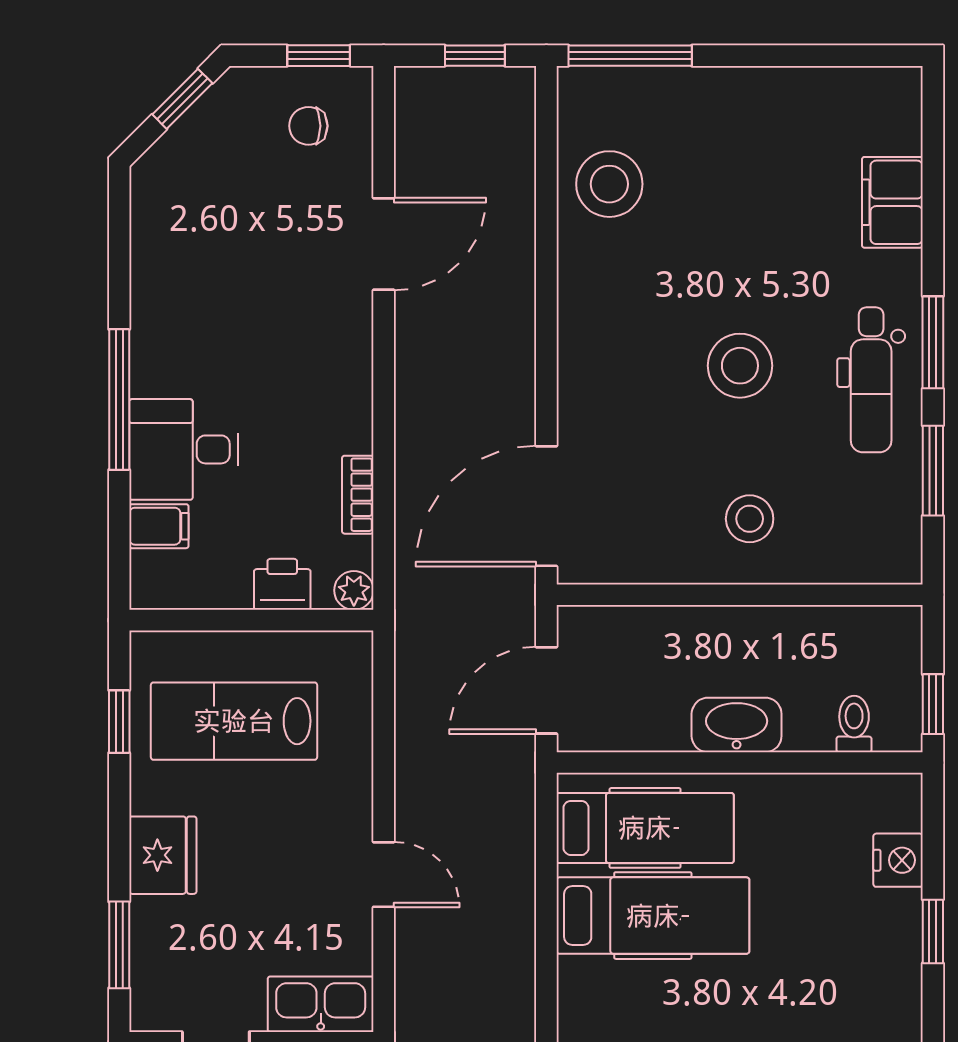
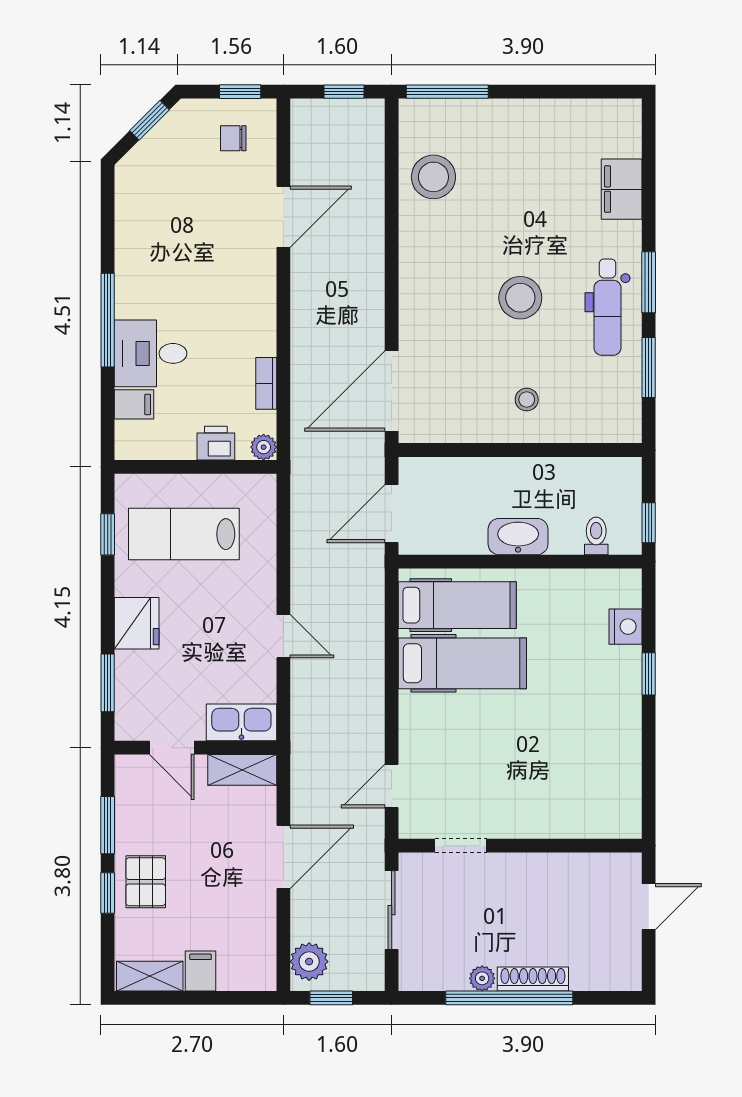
stool: (750, 519) -> (527, 400), width x0.73, depth x0.73

